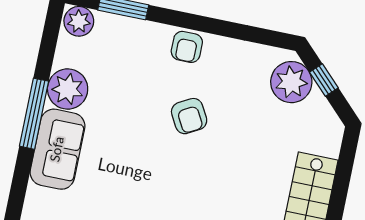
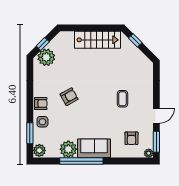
side table: (144, 42) -> (42, 122), added
window: (34, 114) -> (81, 161), width x1.46

